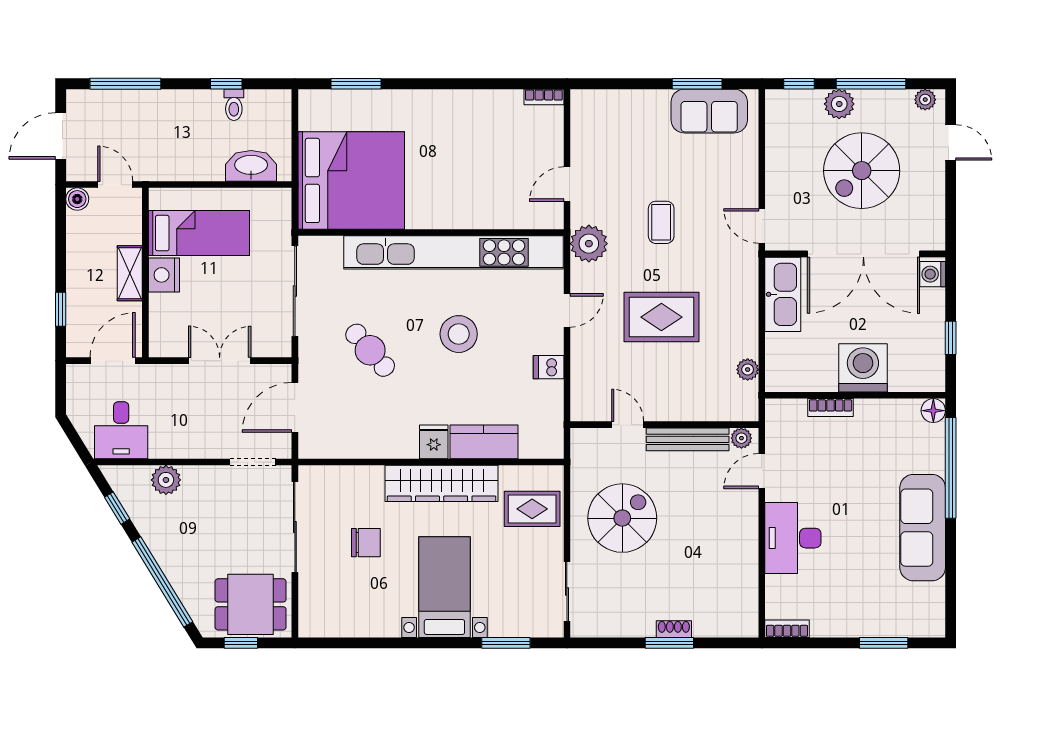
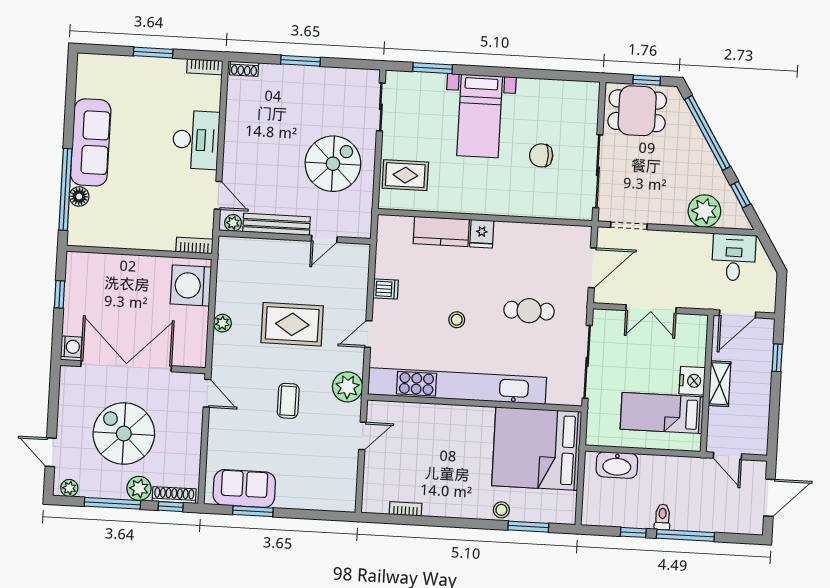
window: (125, 84) -> (685, 535), moved
bookcase: (544, 97) -> (406, 509), moved
shoe rack: (795, 98) -> (174, 495), added
stool: (390, 102) -> (501, 510), added
toilet: (234, 105) -> (662, 517), moved
spiral stairs: (862, 171) -> (124, 434), turned -90
boiler: (77, 199) -> (759, 446), removed
kitchen sink: (783, 294) -> (193, 337), removed
stool: (459, 334) -> (457, 320), width x0.53, depth x0.53
cafe table: (370, 350) -> (529, 311), turned -49
washing machine: (863, 368) -> (191, 286), moved, turned 90
plant: (748, 370) -> (222, 323), moved
bookcase: (831, 408) -> (194, 246), moved
floor lamp: (933, 411) -> (79, 196), moved
door: (628, 425) -> (324, 239), hinge flipped
door: (762, 471) -> (218, 195), hinge flipped
plant: (166, 480) -> (704, 211), width x1.36, depth x1.36
wardrobe: (442, 483) -> (477, 200), removed
spiral stairs: (622, 518) -> (333, 164), turned 180
shoe rack: (674, 629) -> (244, 69), moved
window: (884, 643) -> (153, 52), moved

